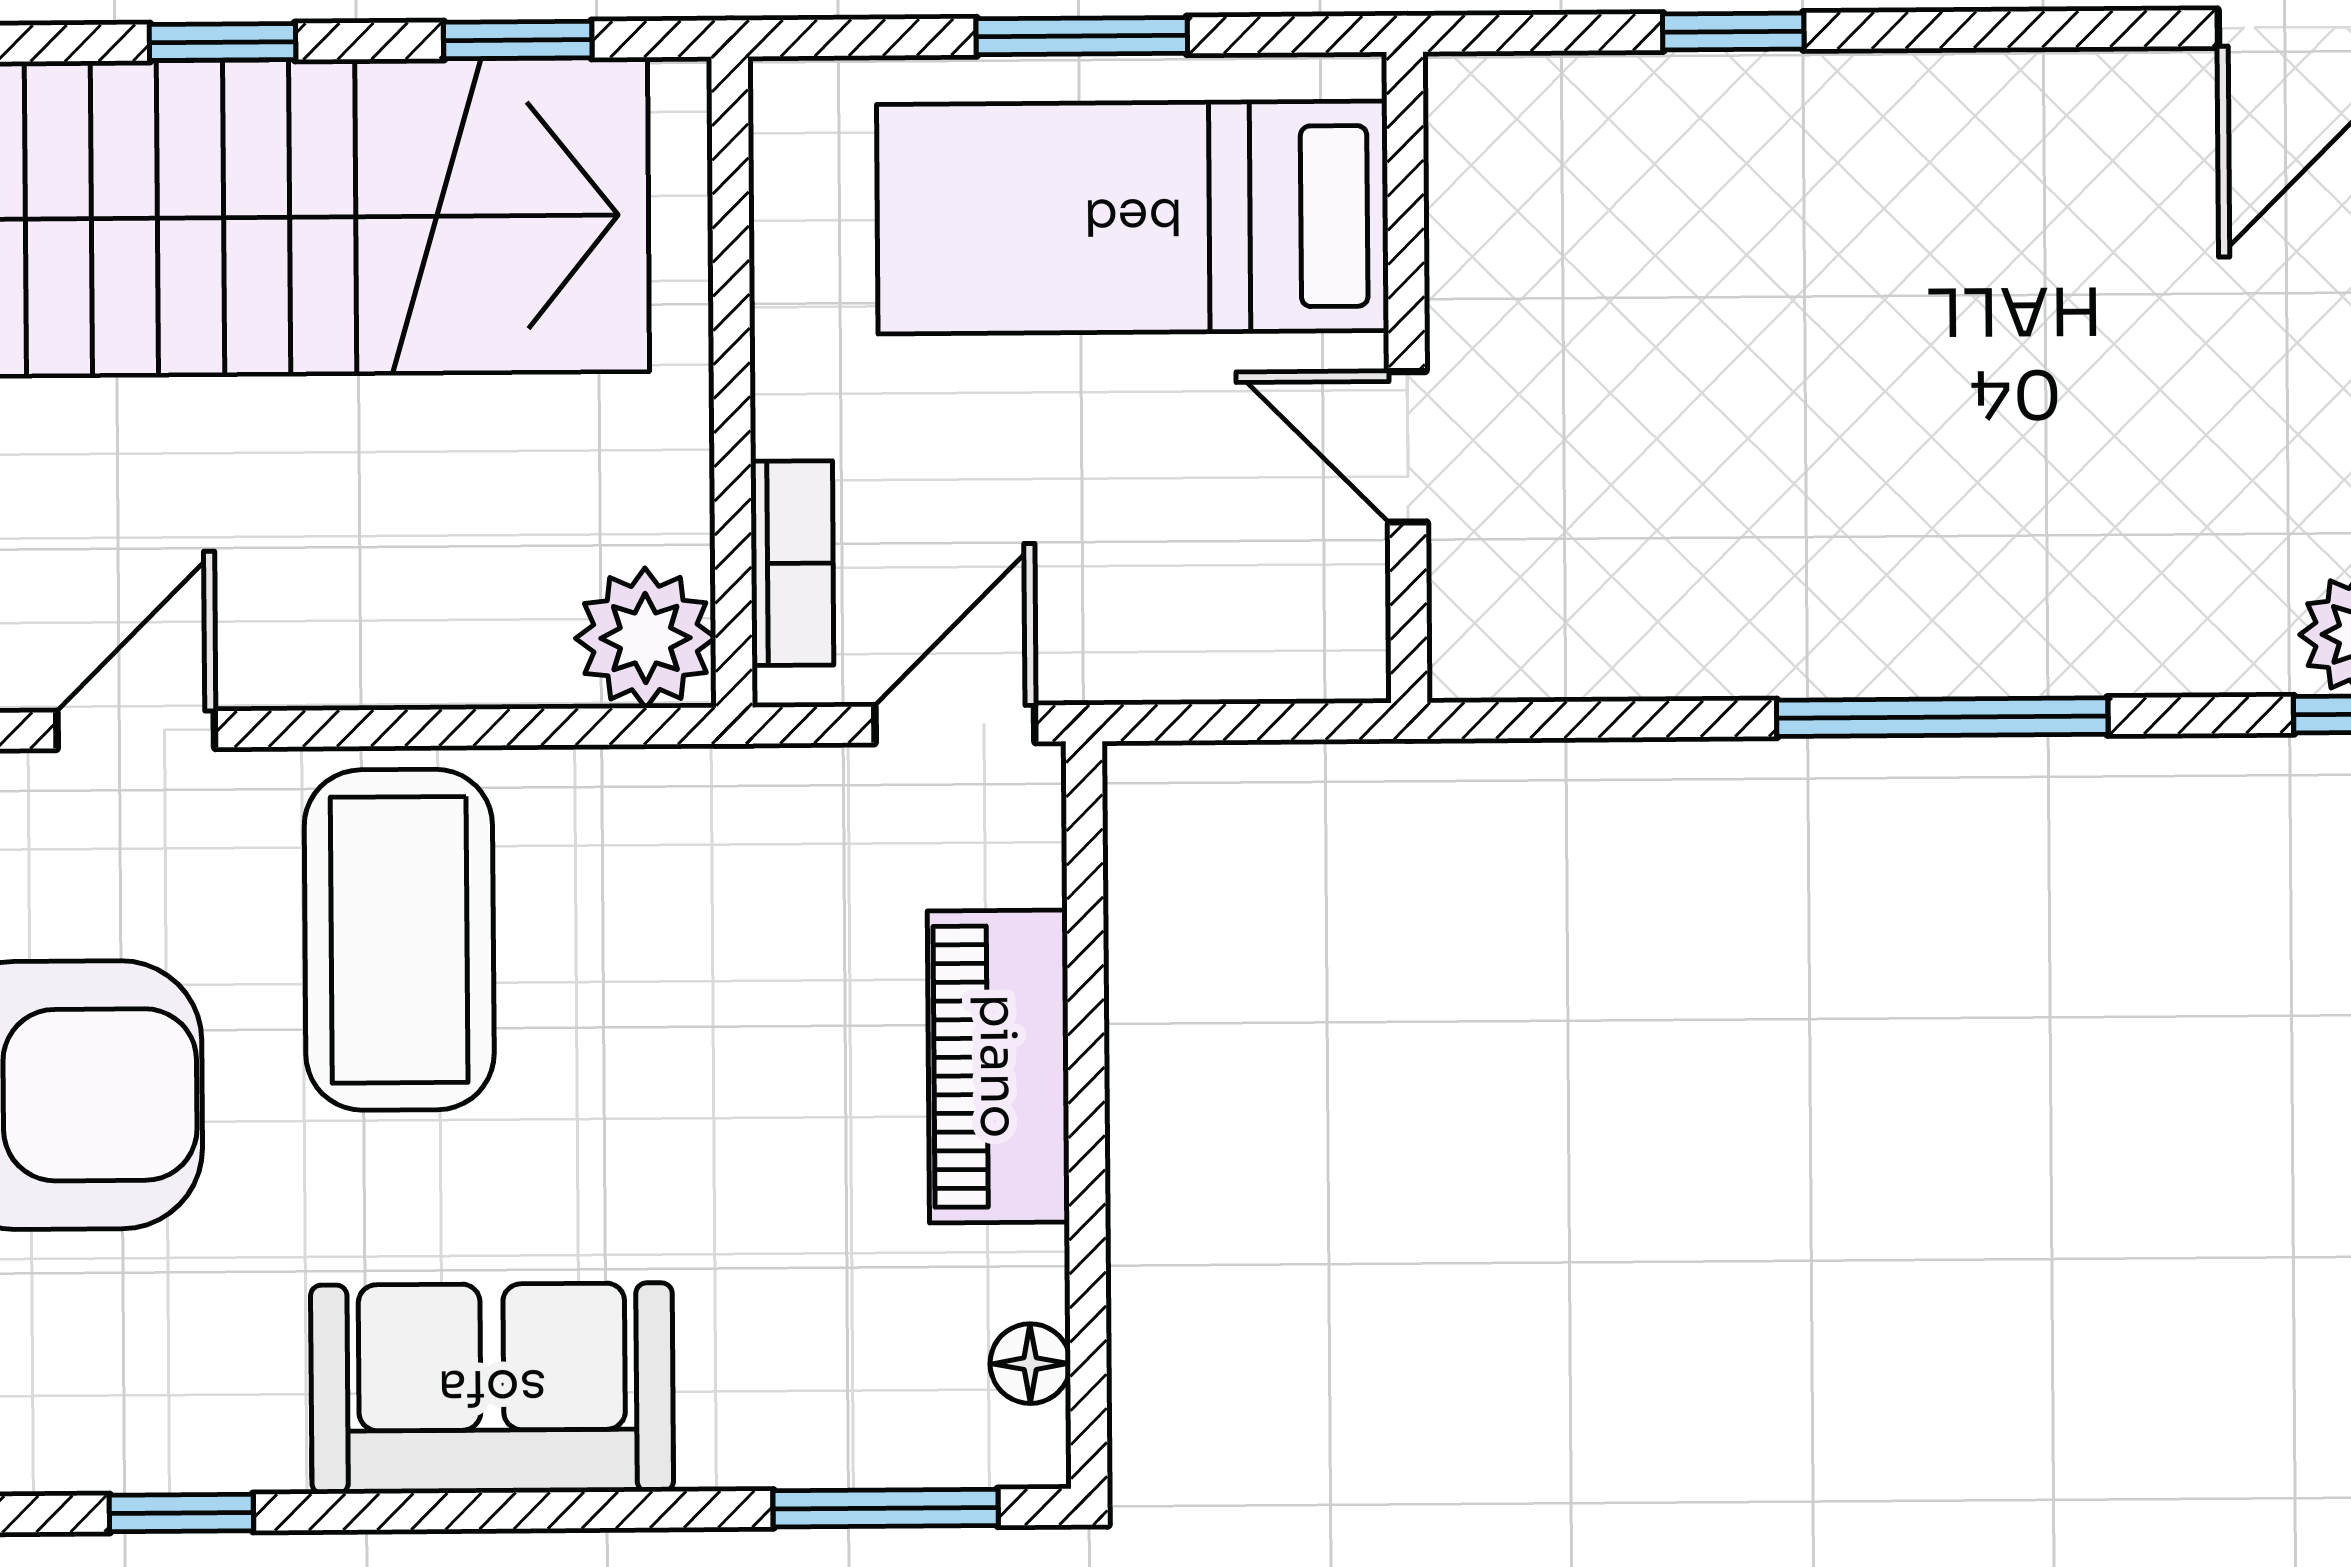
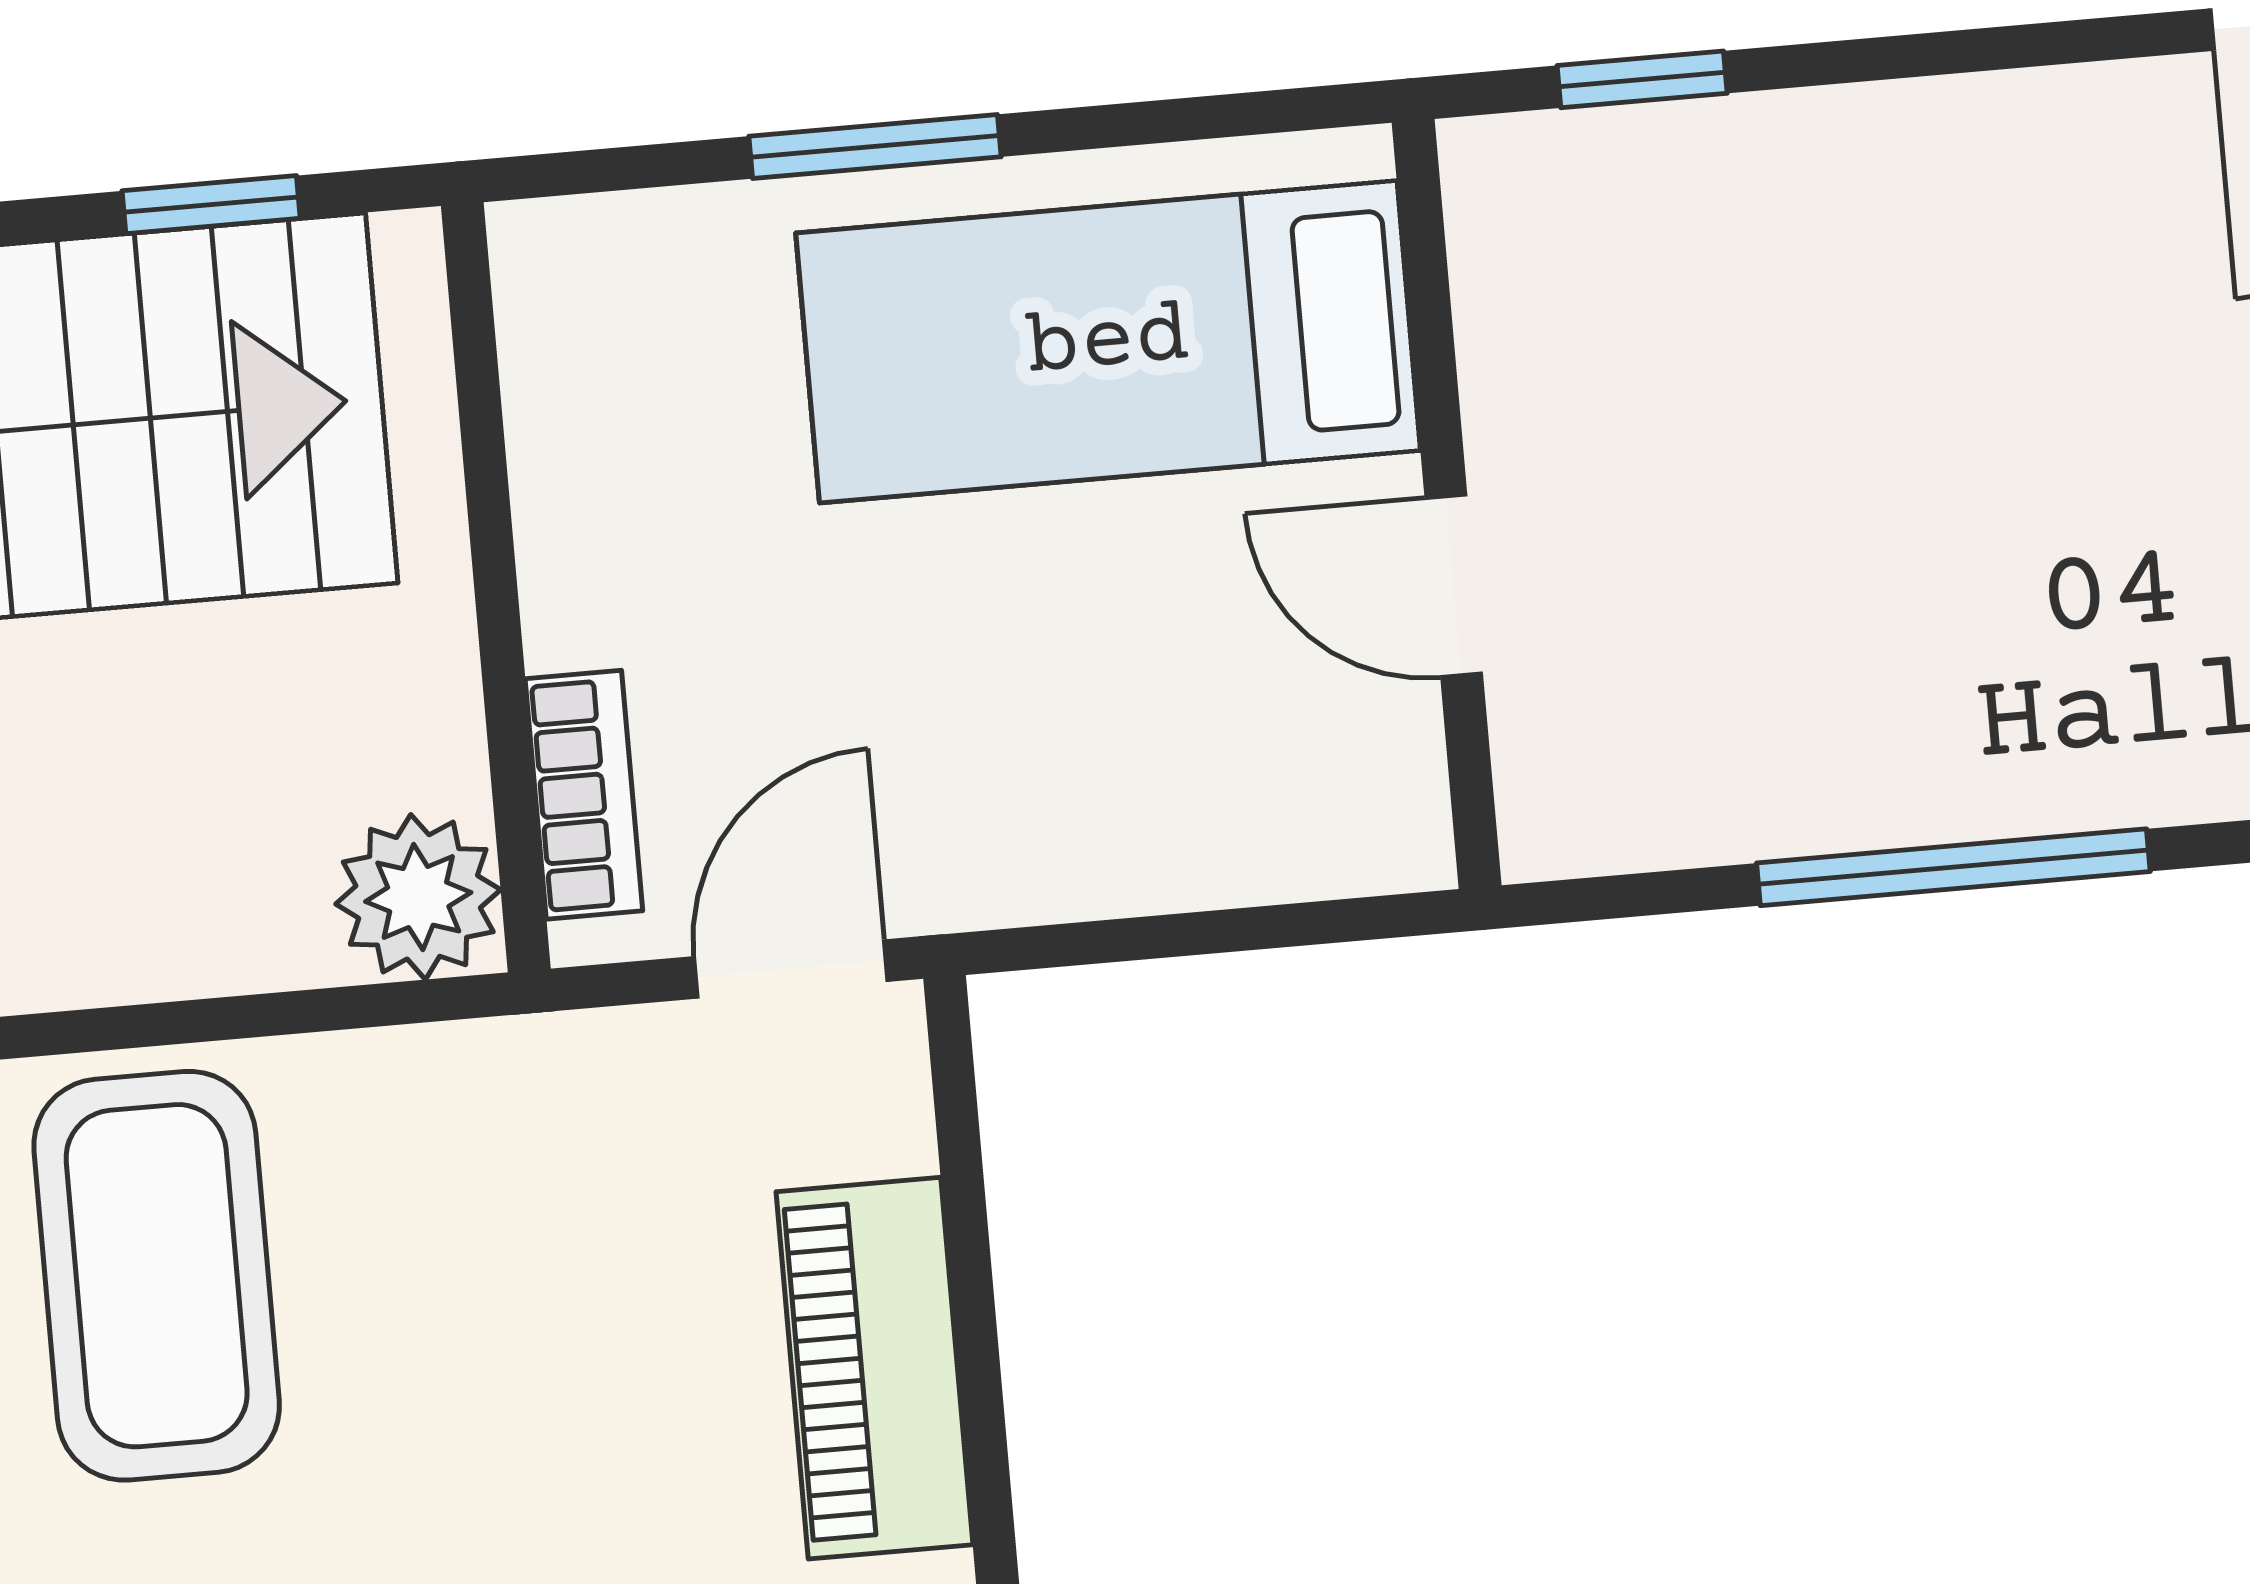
bed: (1133, 217) -> (1108, 342), moved
wall: (1407, 377) -> (1447, 504), moved
door: (1407, 447) -> (1454, 586), moved

